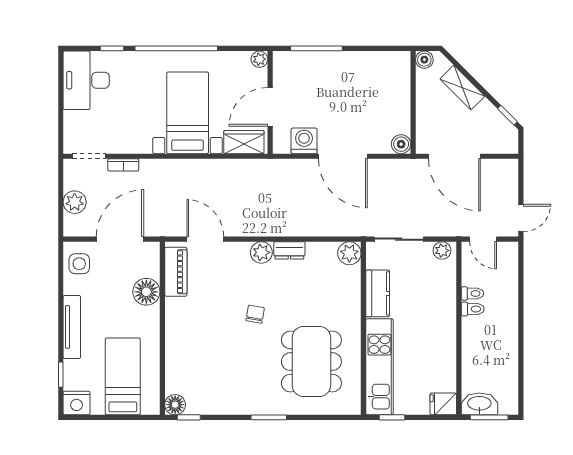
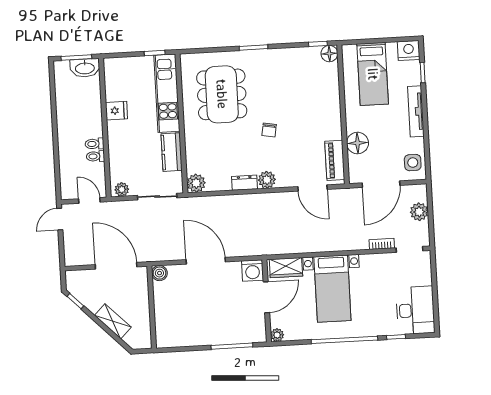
boiler: (424, 60) -> (145, 342), removed
washing machine: (304, 141) -> (252, 271), moved
fridge: (443, 404) -> (116, 111), moved

